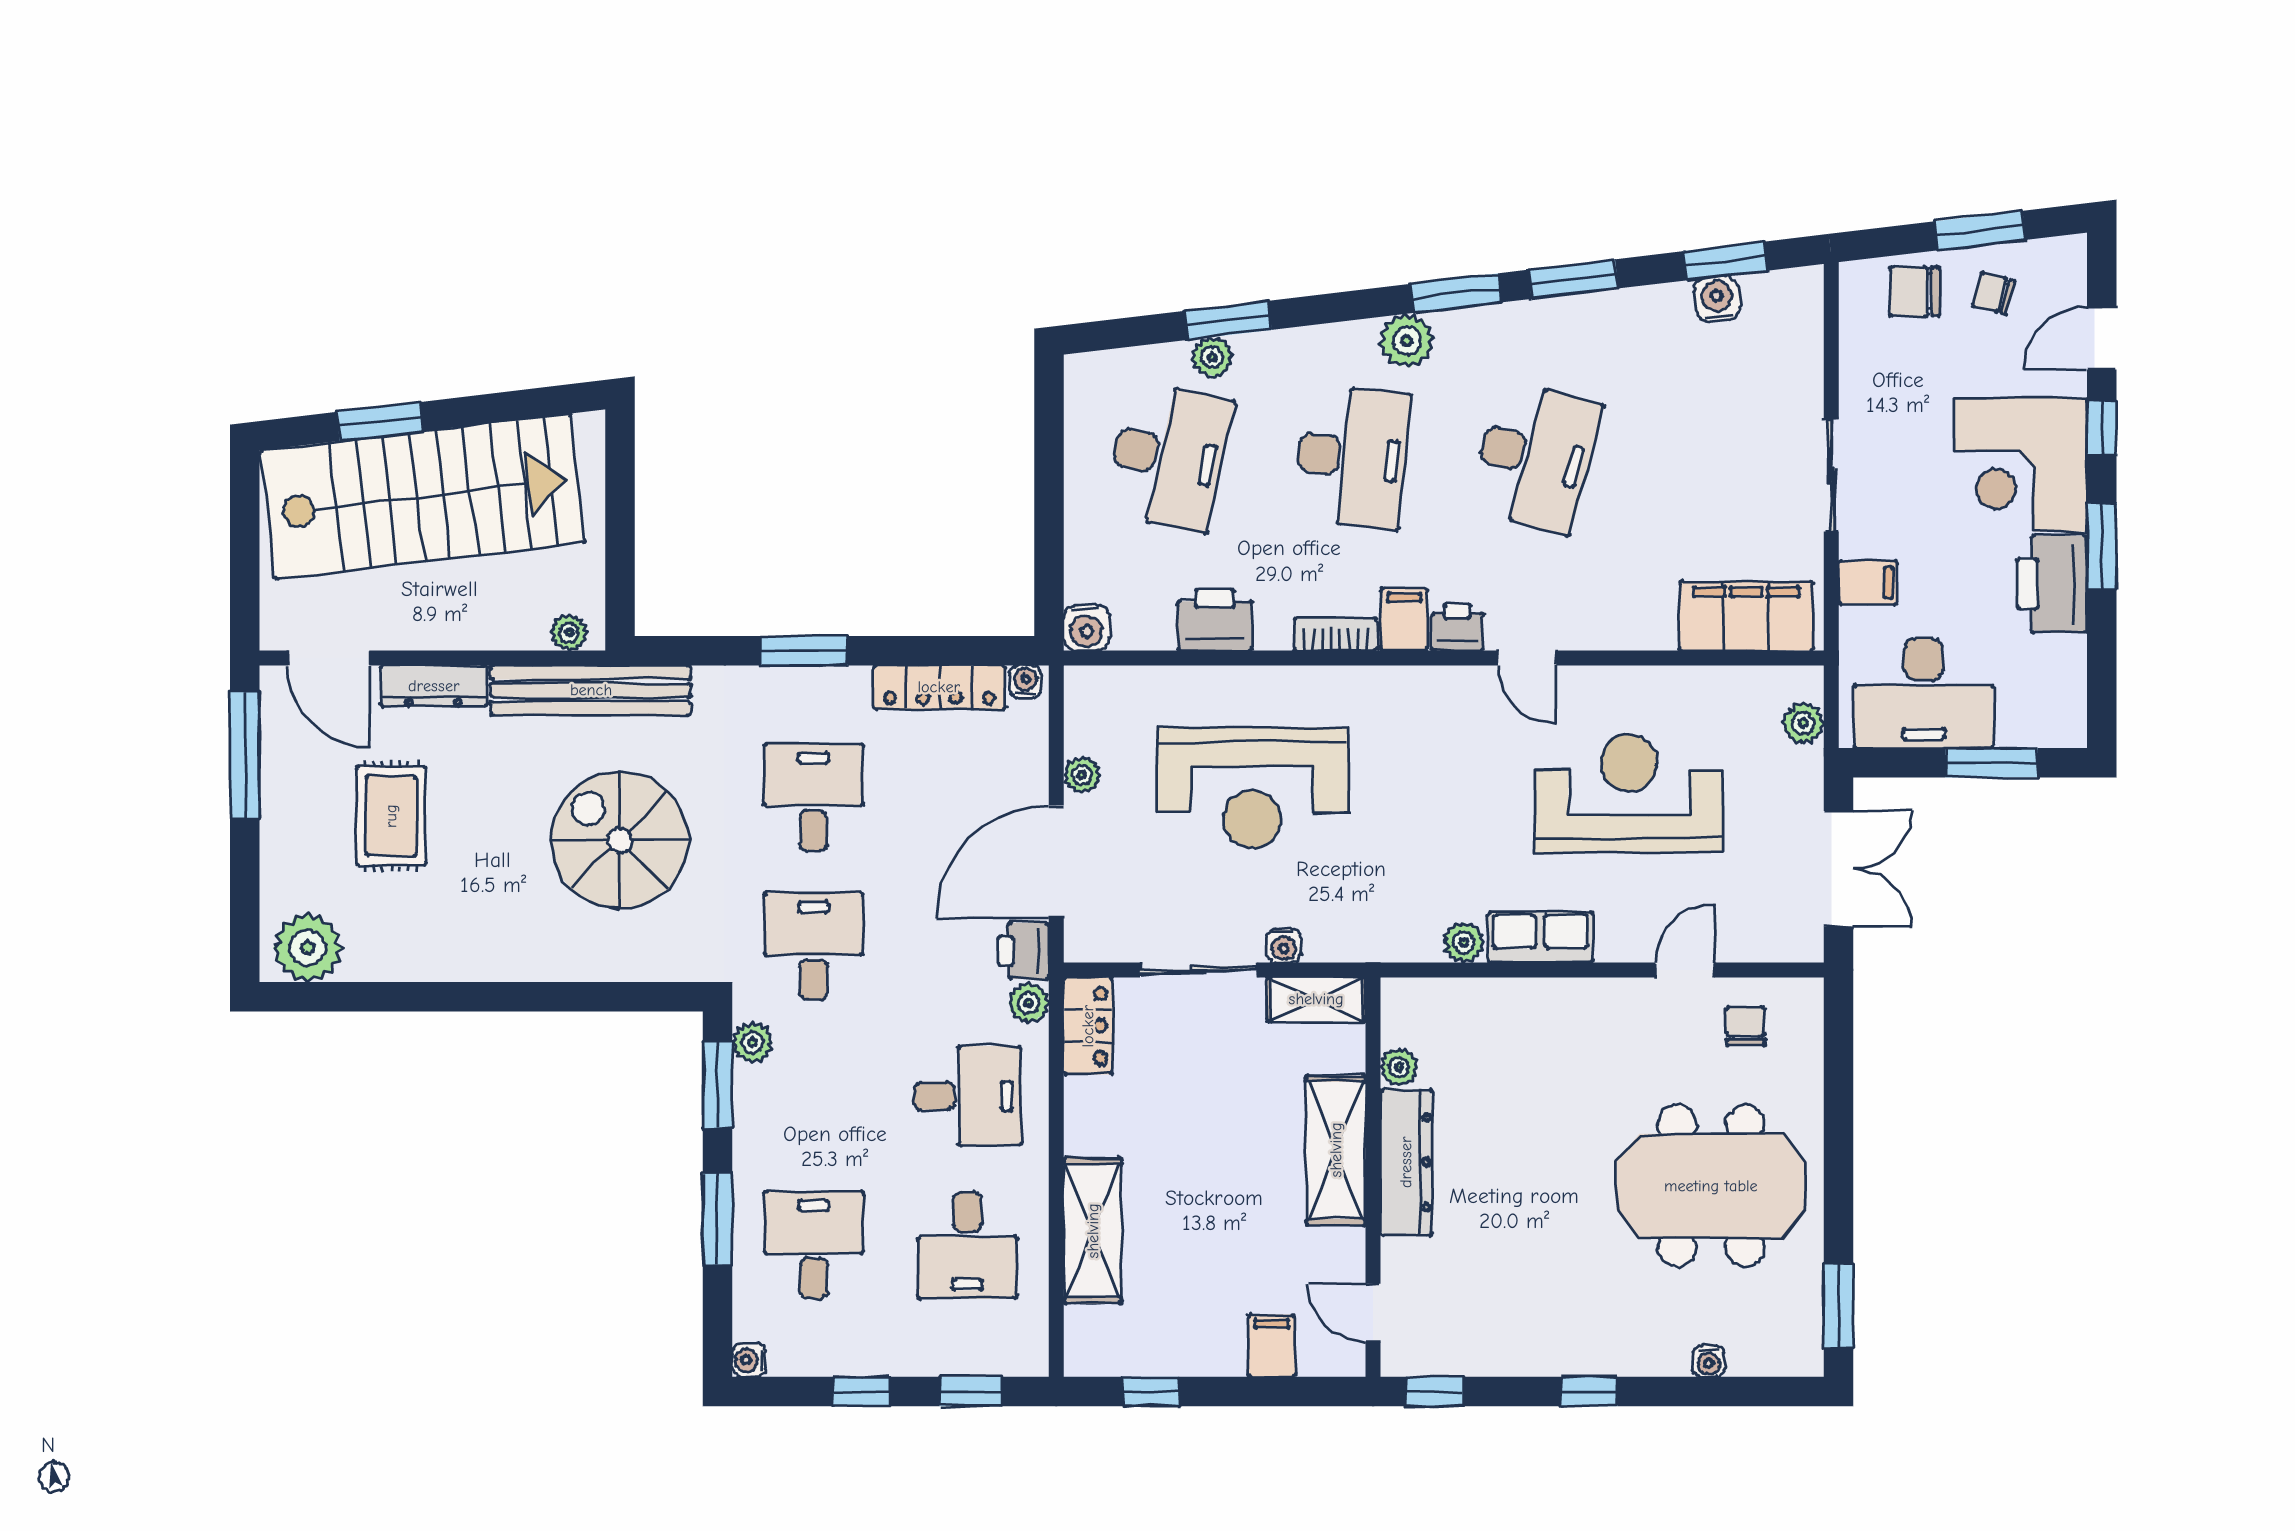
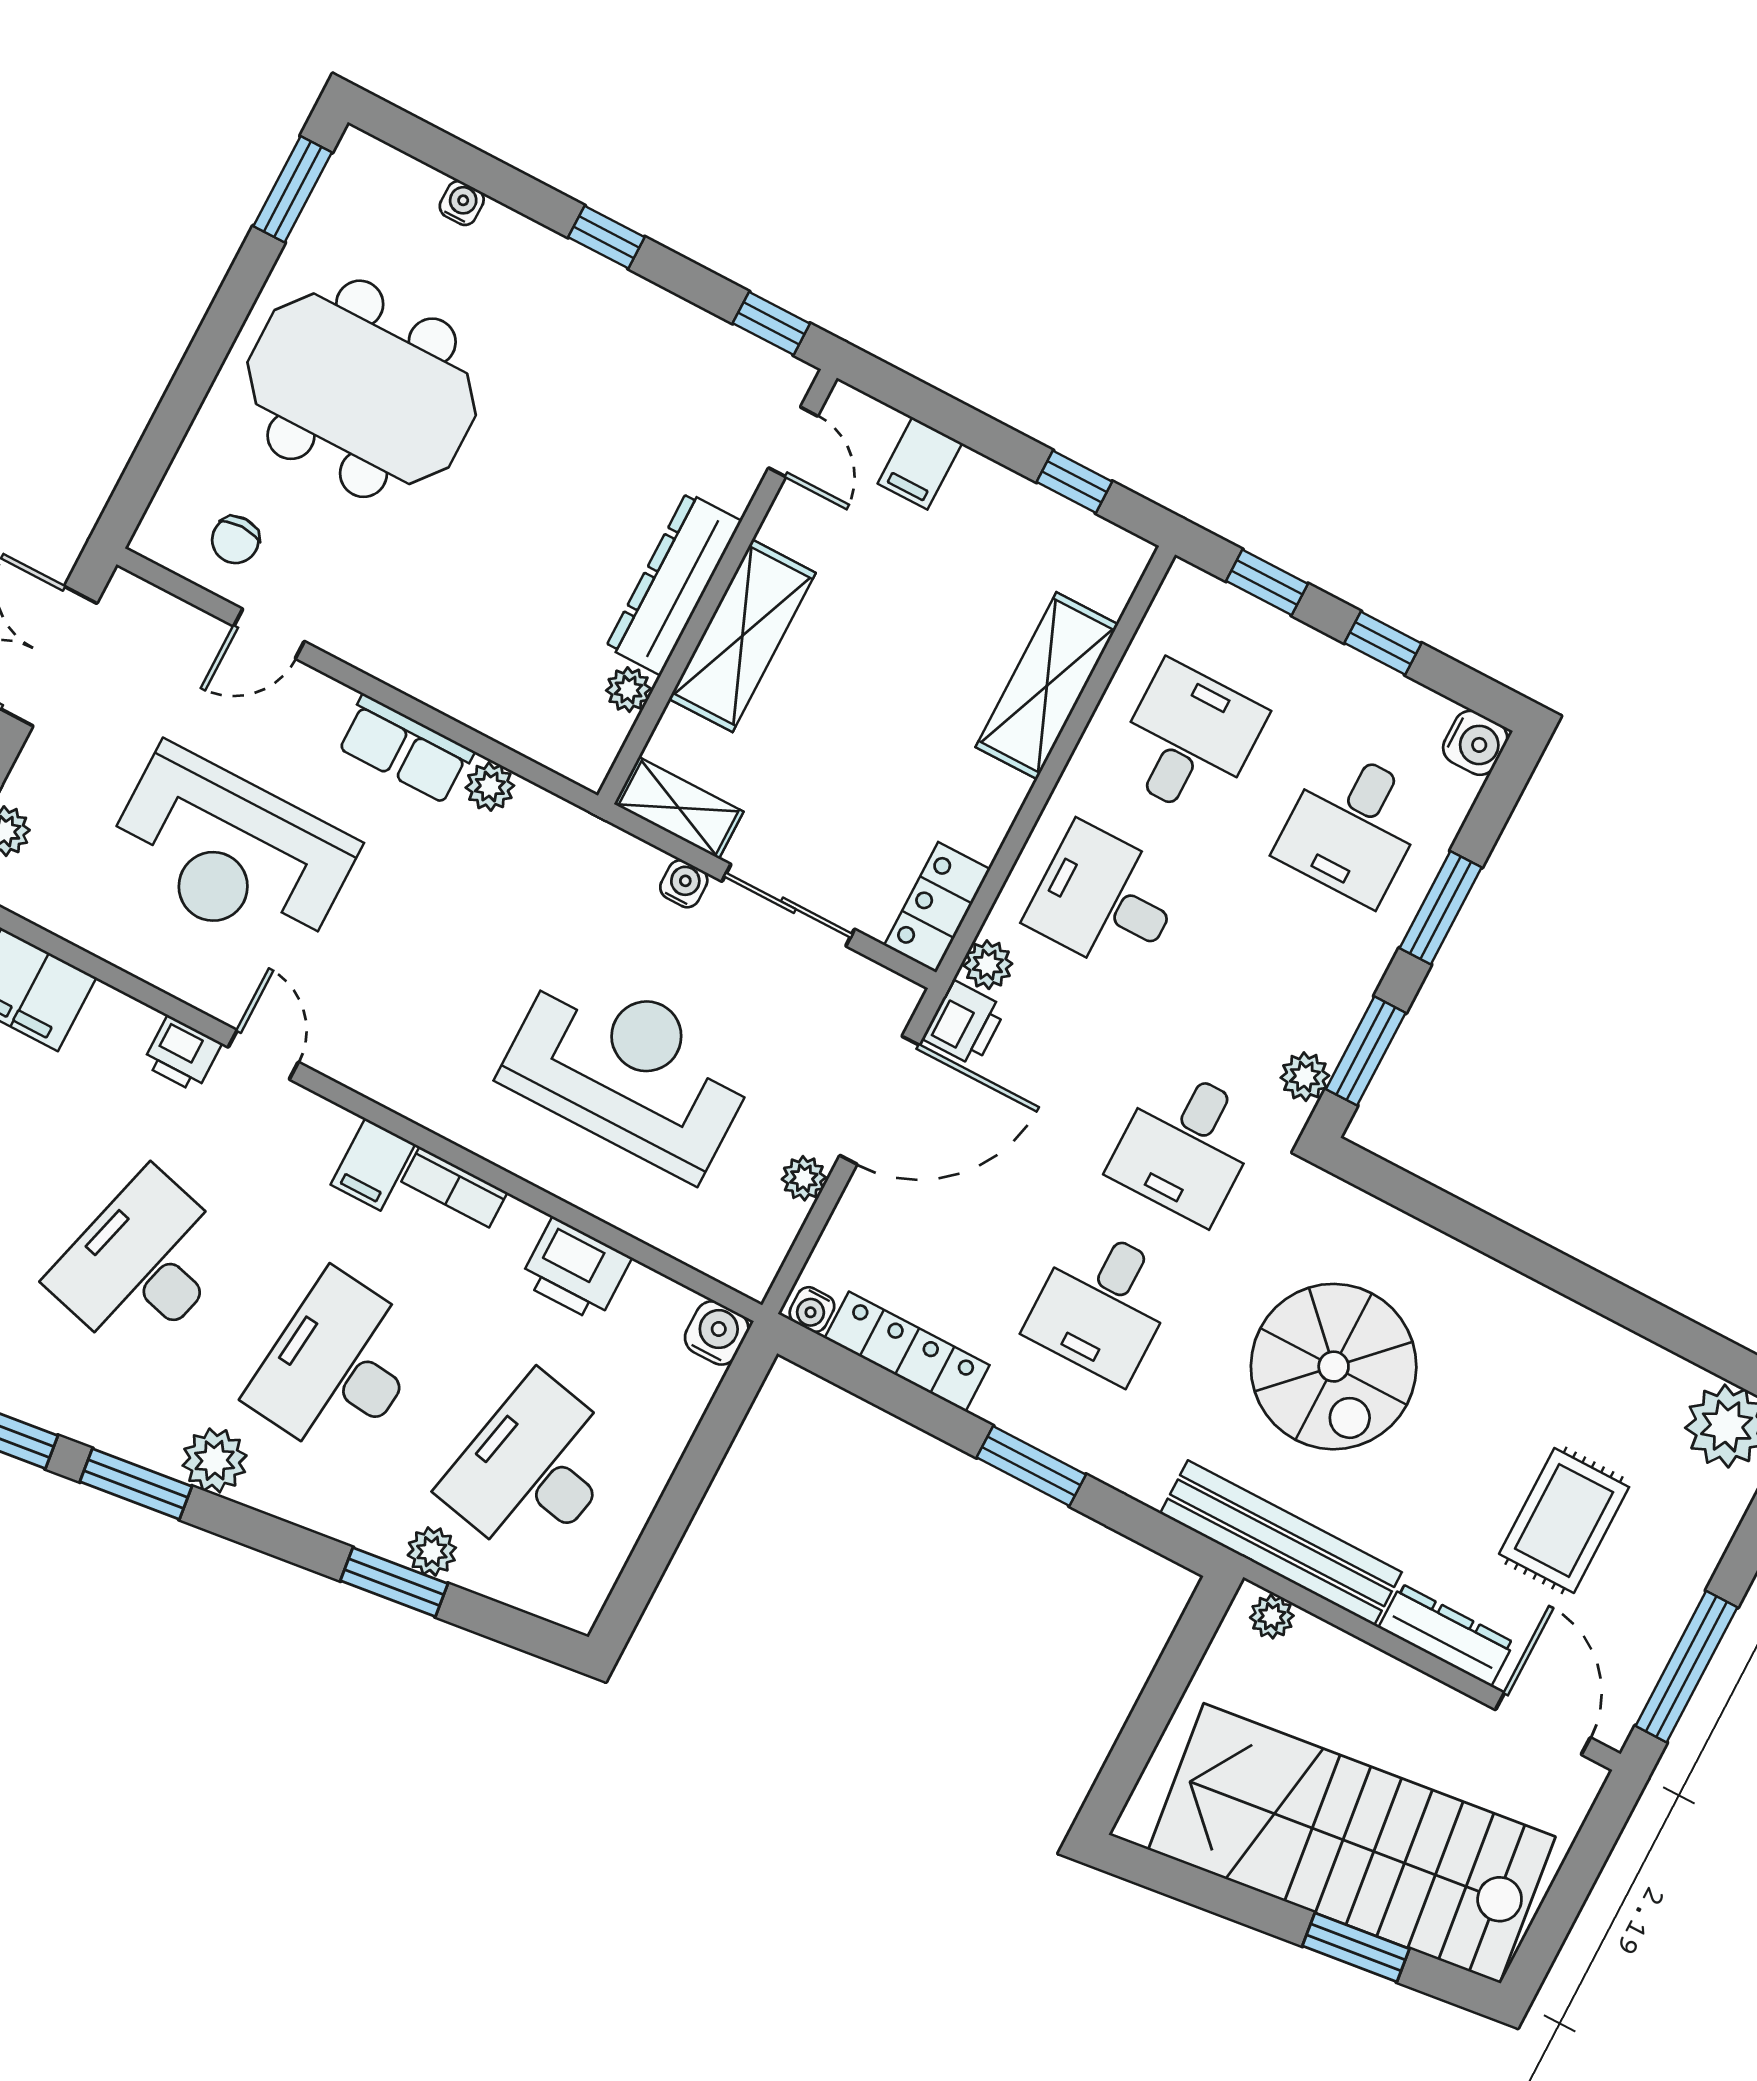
printer: (1457, 627) -> (182, 1054), moved
water cooler: (749, 1360) -> (1475, 743), width x1.38, depth x1.38

